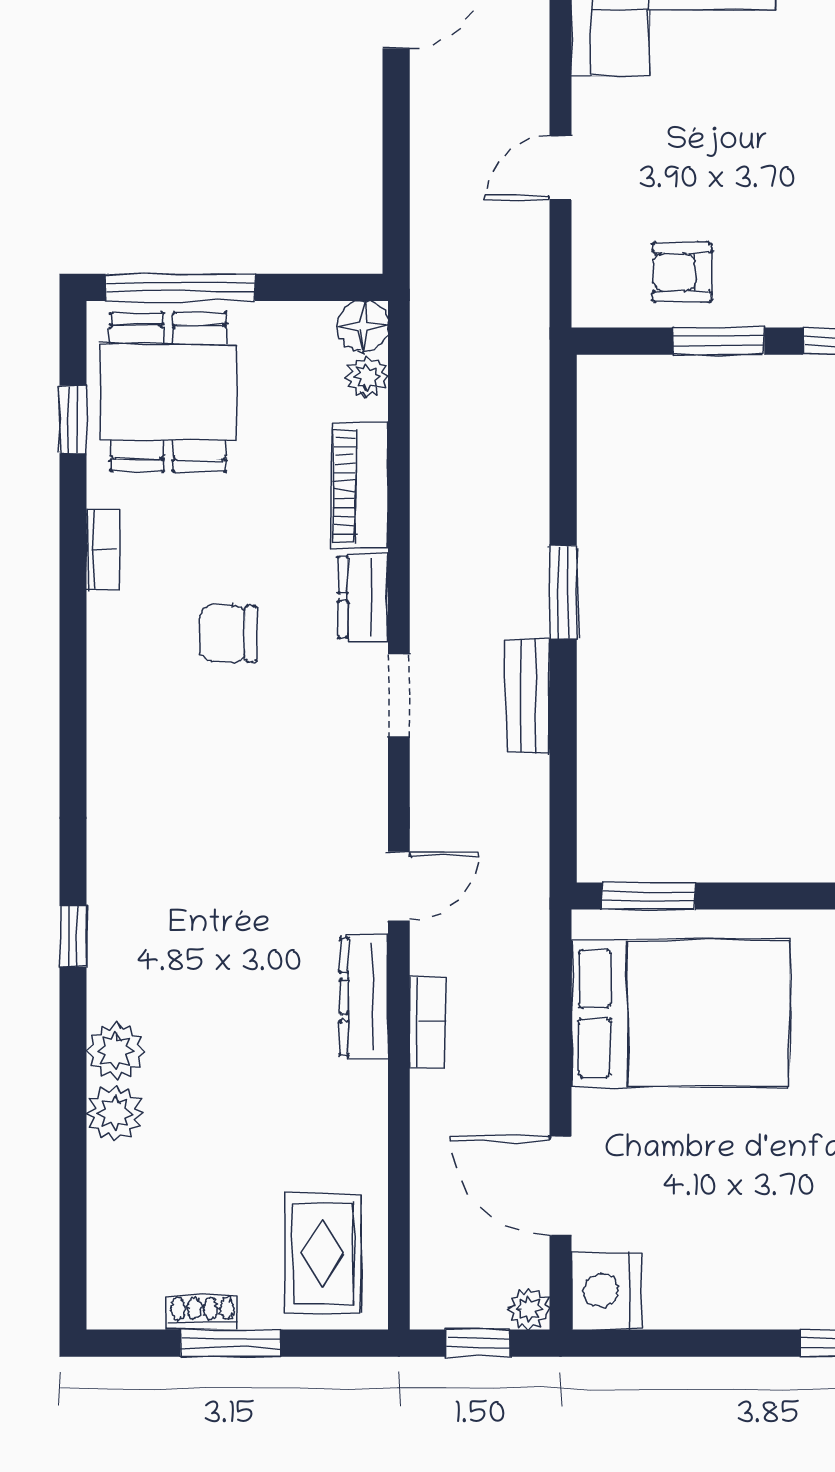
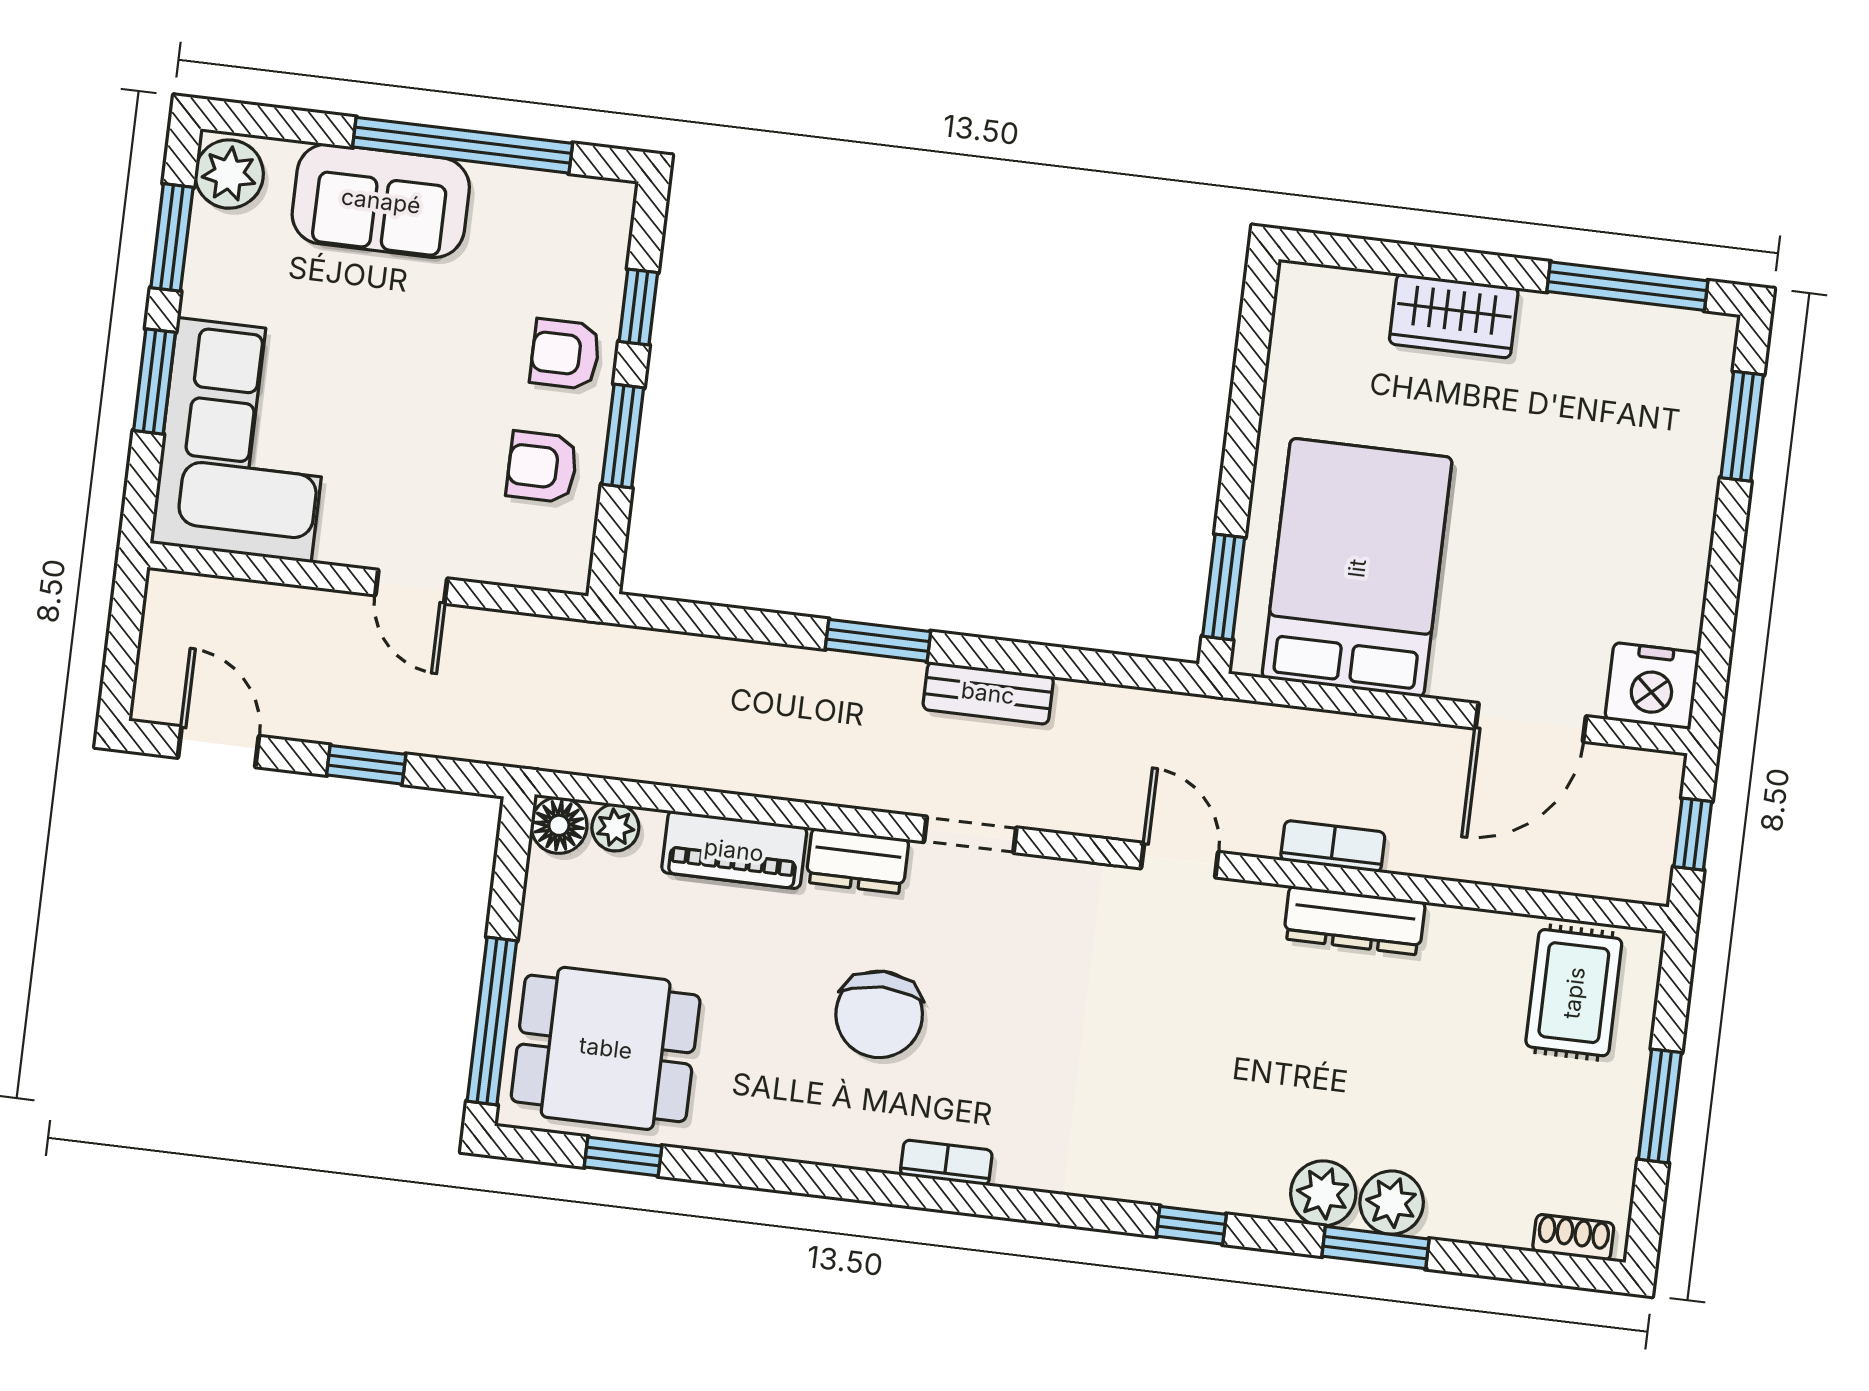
window: (396, 147) -> (366, 765), added
armchair: (682, 272) -> (542, 467), turned 90
armchair: (786, 281) -> (565, 354), added
bookcase: (103, 549) -> (946, 1163), moved
chair: (228, 634) -> (879, 1014), width x1.37, depth x1.37
dresser: (364, 997) -> (1354, 920), moved
window: (73, 1104) -> (1376, 1248), added
rug: (323, 1254) -> (1574, 993), turned 90
plant: (529, 1309) -> (1662, 773), removed
shoe rack: (203, 1312) -> (1573, 1237), moved, turned 90

